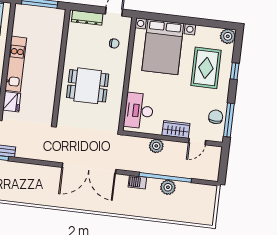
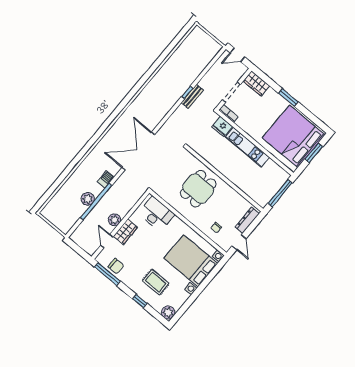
rug: (206, 68) -> (156, 282), width x0.73, depth x0.70
plant: (156, 146) -> (115, 220), moved

